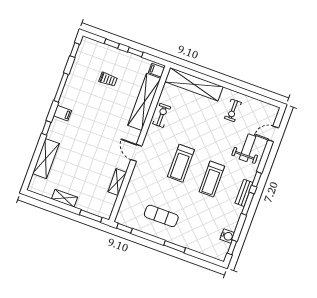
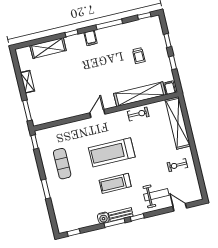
treadmill: (181, 163) -> (112, 152), width x1.37, depth x1.38
shelving: (117, 182) -> (66, 114), removed
water cooler: (227, 236) -> (103, 218), moved

